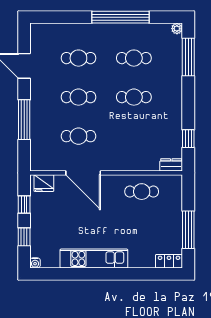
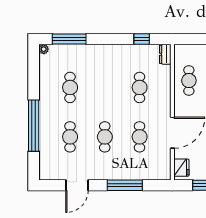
window: (120, 17) -> (34, 126), moved
cafe table: (134, 97) -> (140, 87), moved

